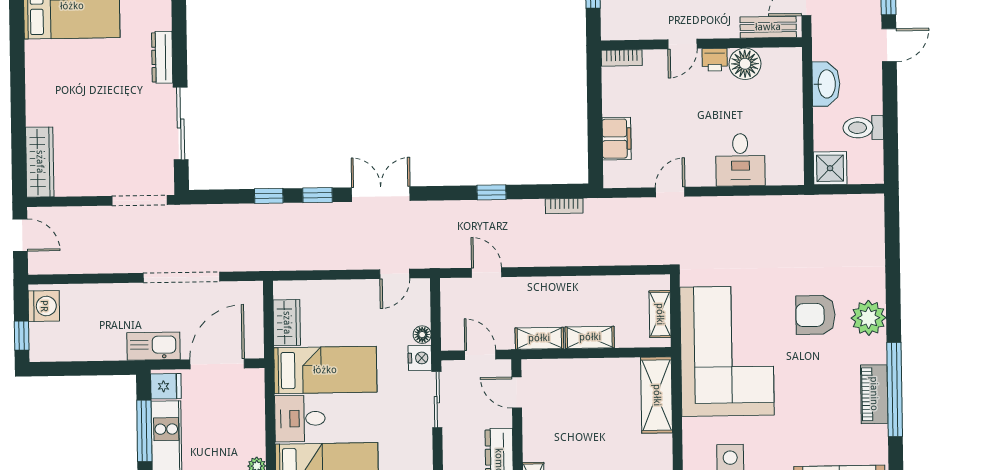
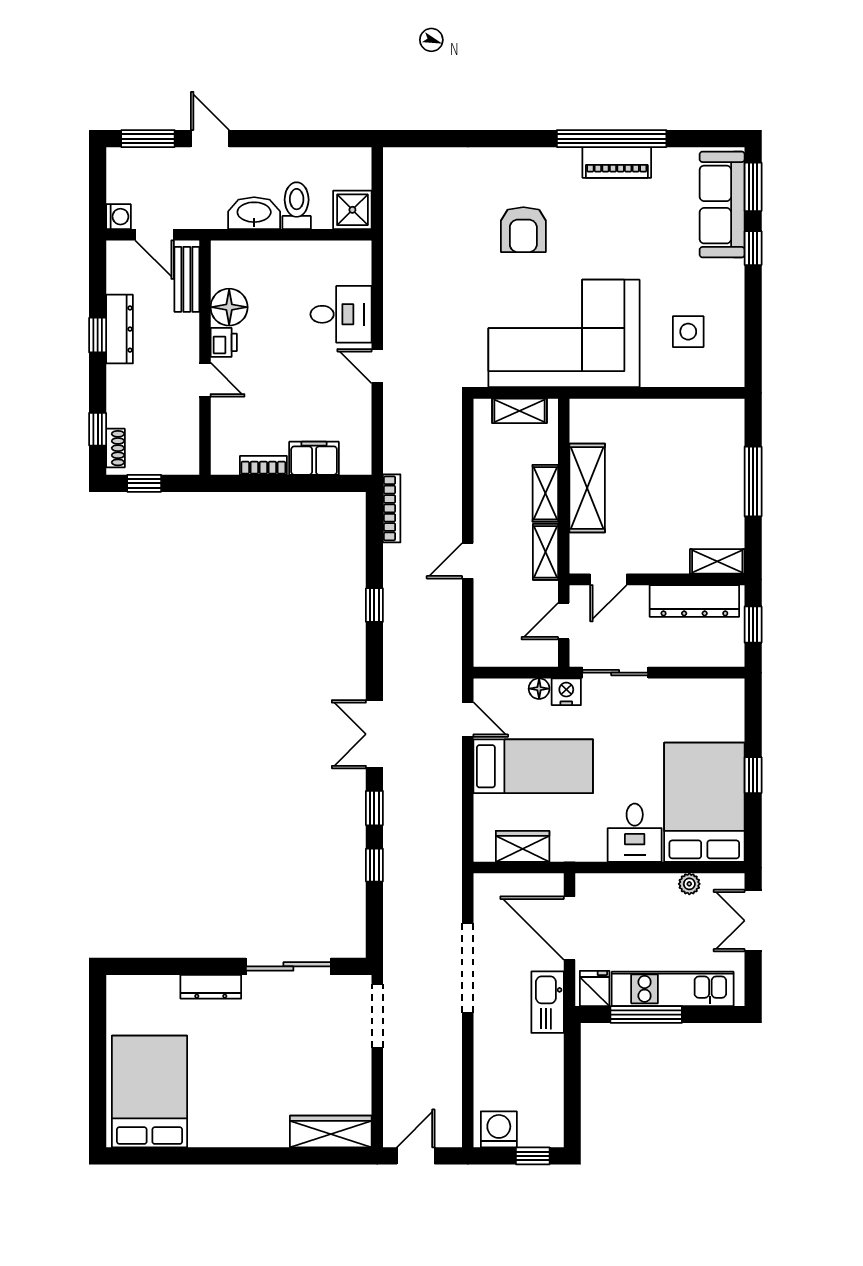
bookcase: (622, 58) -> (263, 465), moved, turned -90
toilet: (863, 128) -> (297, 206), moved, turned 180
door: (670, 192) -> (377, 366), moved
bookcase: (564, 206) -> (392, 508), width x1.56
door: (487, 272) -> (468, 561), moved
plant: (869, 318) -> (528, 168), removed
bed: (325, 370) -> (533, 766), moved, turned 90
shelving: (657, 395) -> (587, 488), moved, turned 90

